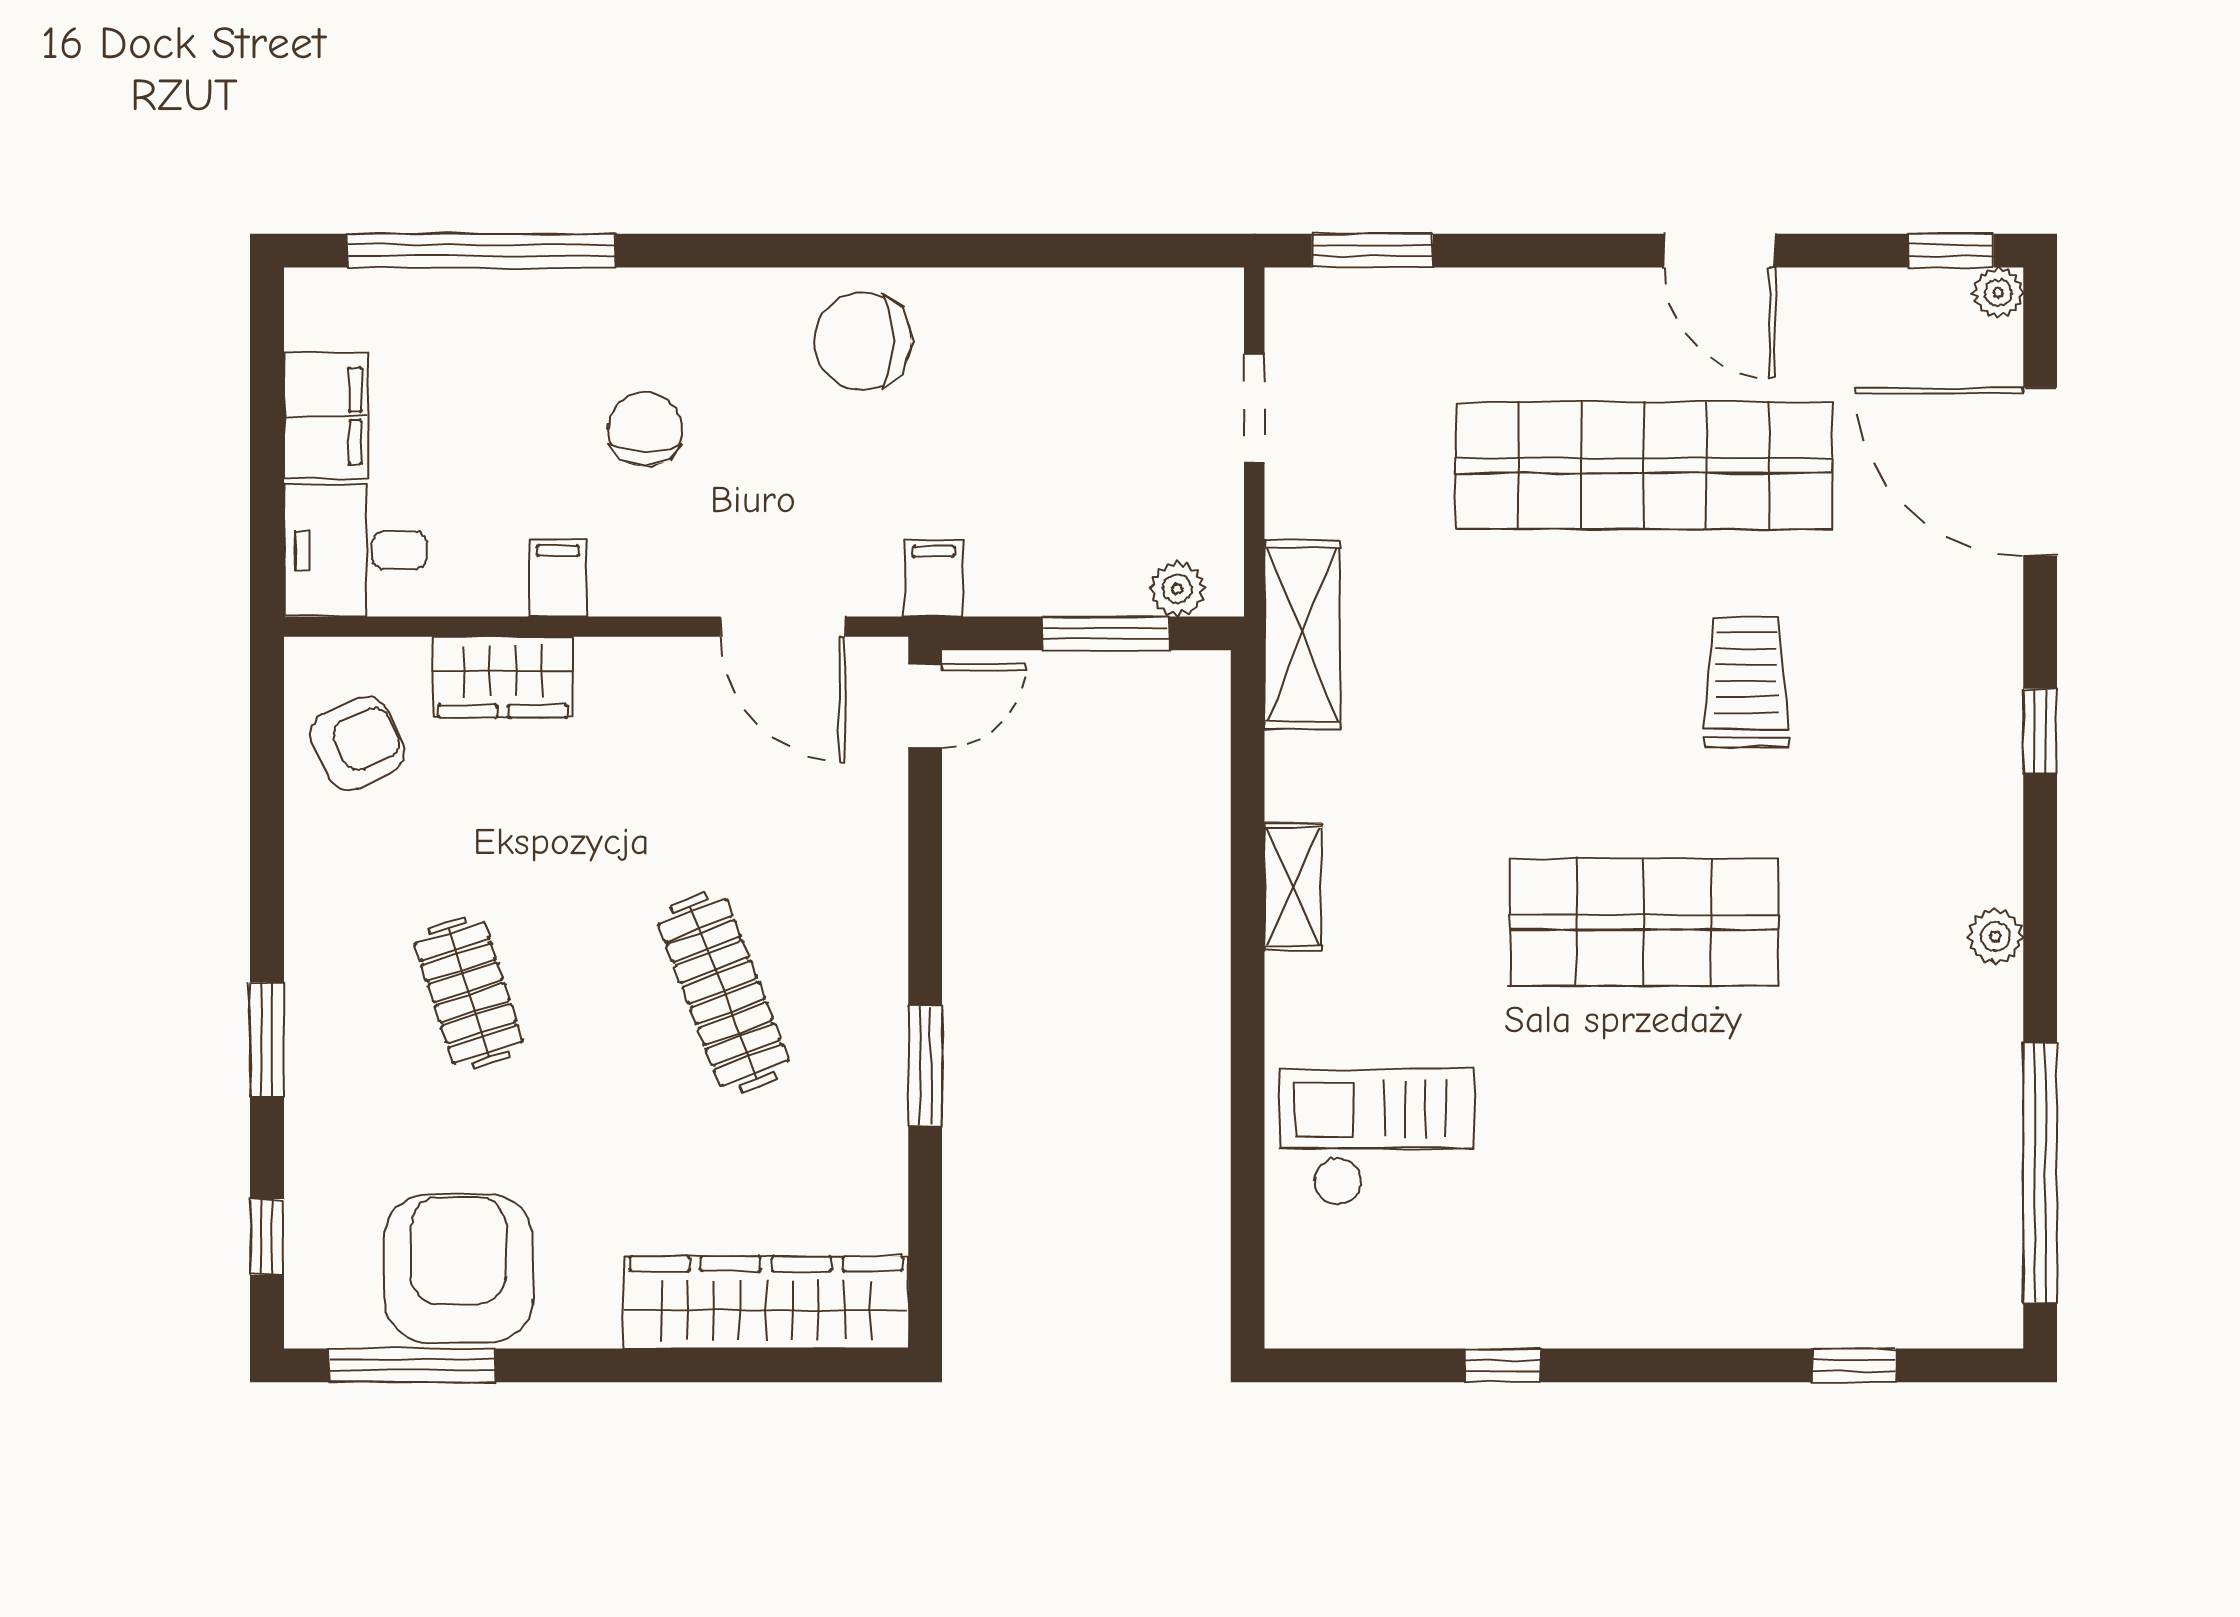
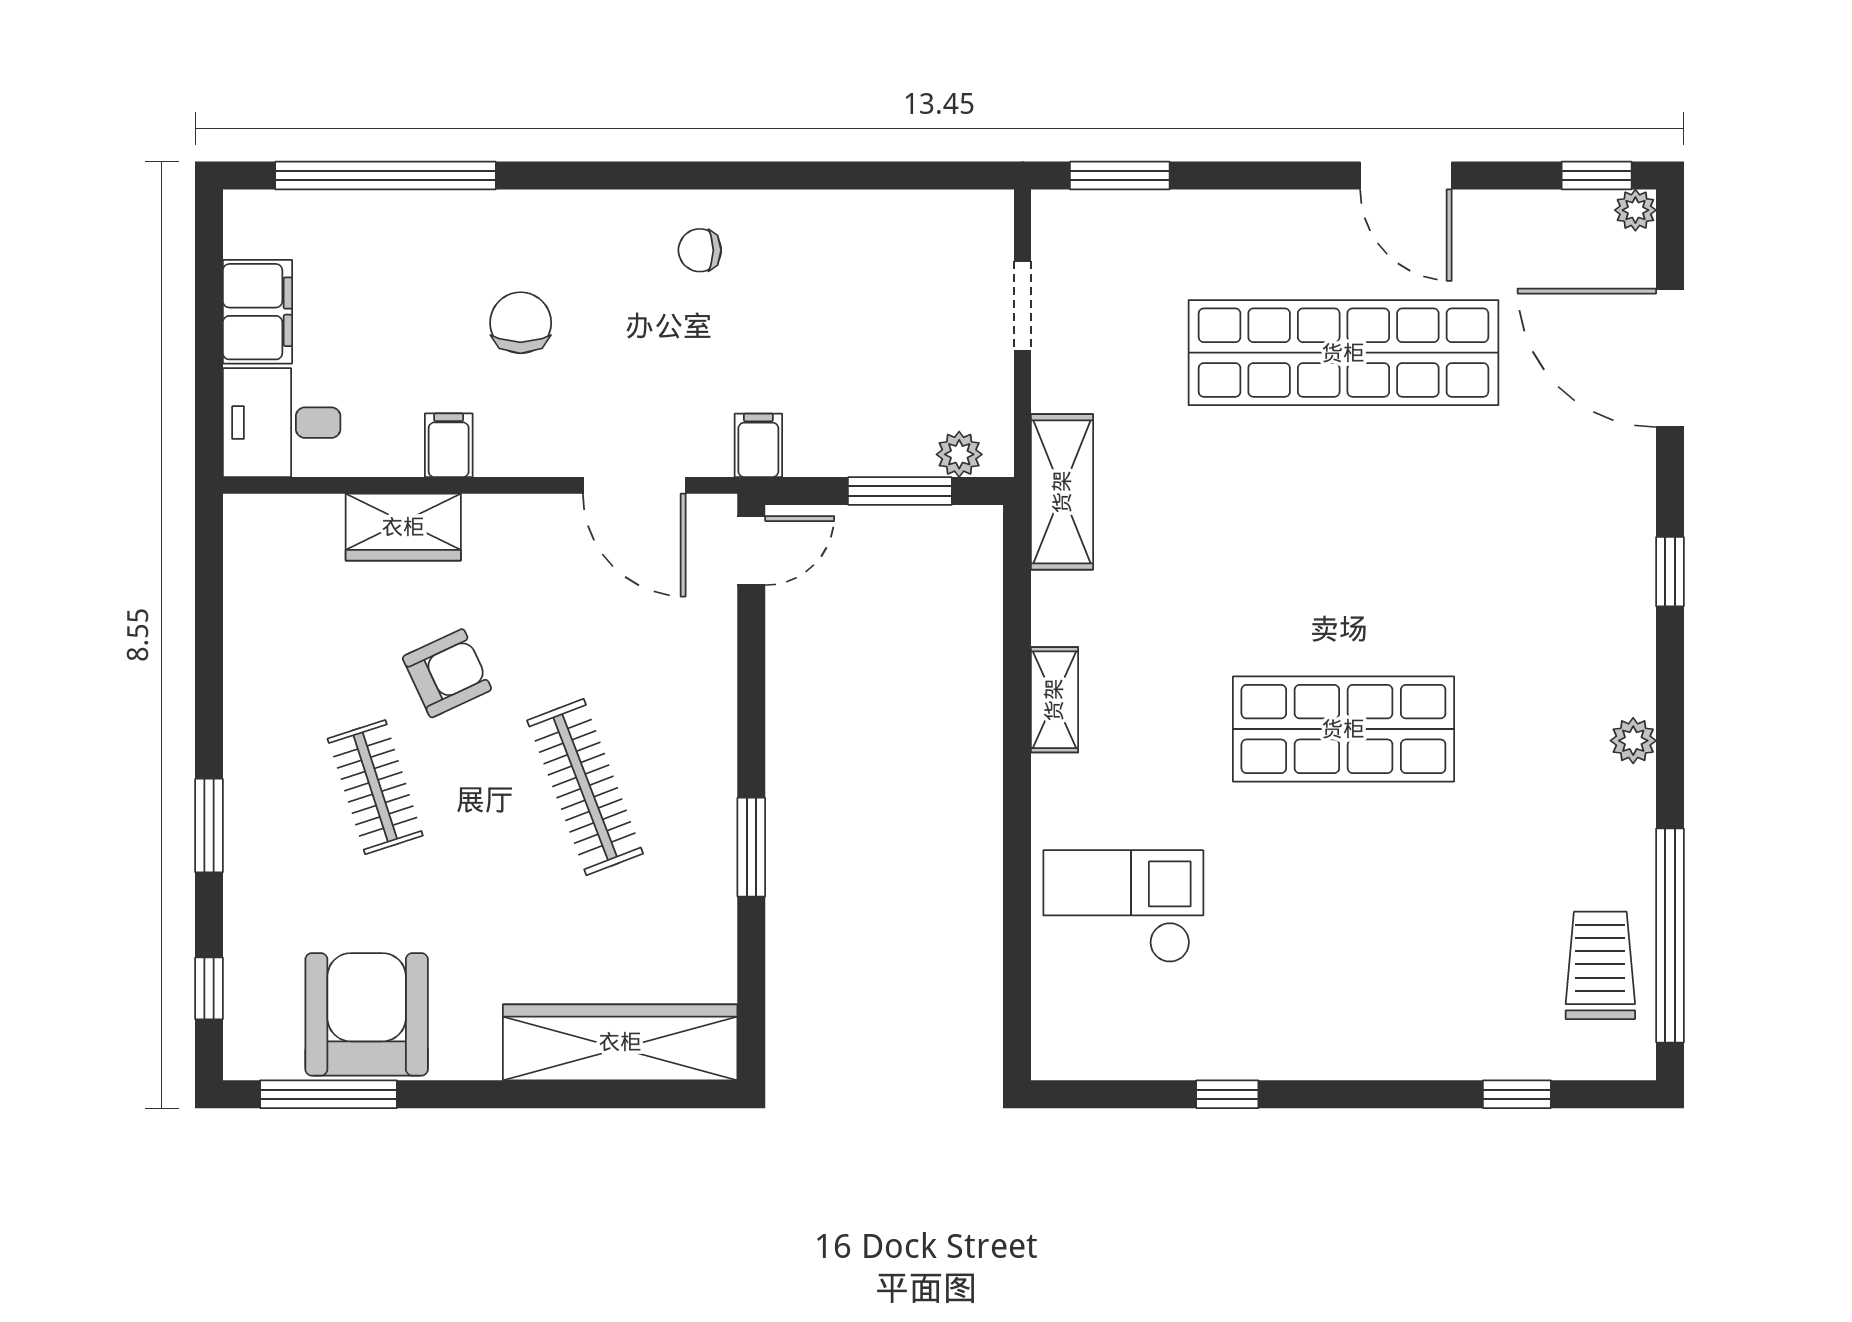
chair: (863, 341) -> (700, 250), width x0.54, depth x0.54
trolley: (1746, 682) -> (1600, 965), moved
armchair: (357, 743) -> (447, 673), moved

